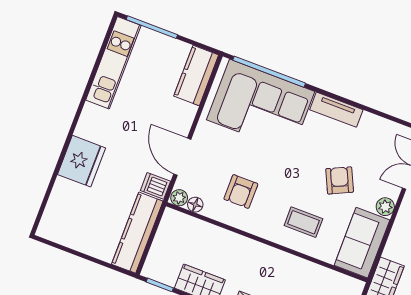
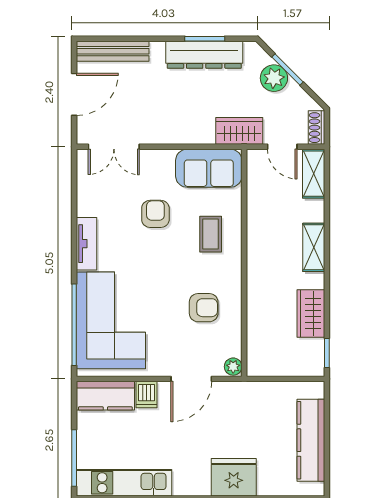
armchair: (340, 180) -> (155, 214), turned 115
dishwasher: (155, 186) -> (147, 395), moved
floor lamp: (195, 205) -> (234, 348), removed
plant: (385, 207) -> (164, 159), removed
kitchen counter: (137, 233) -> (311, 440), moved, turned 90

